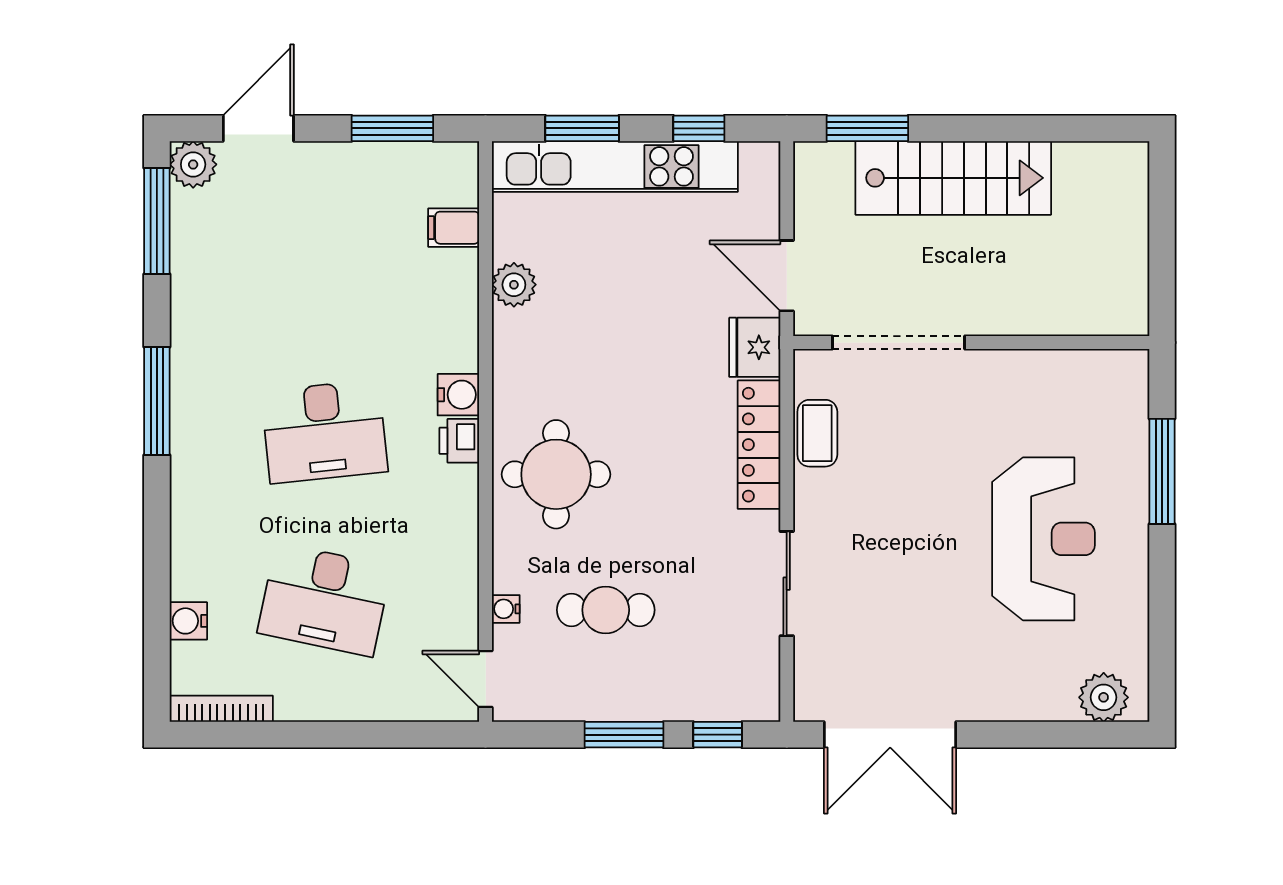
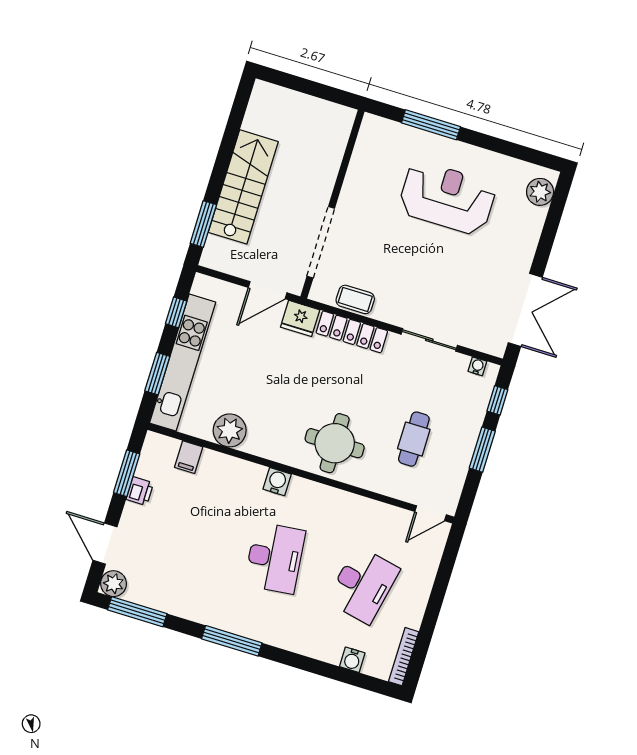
plant: (514, 285) -> (230, 430), width x1.36, depth x1.36
printer: (459, 441) -> (140, 491), moved, turned -90
water cooler: (506, 609) -> (477, 366), moved, turned 180

